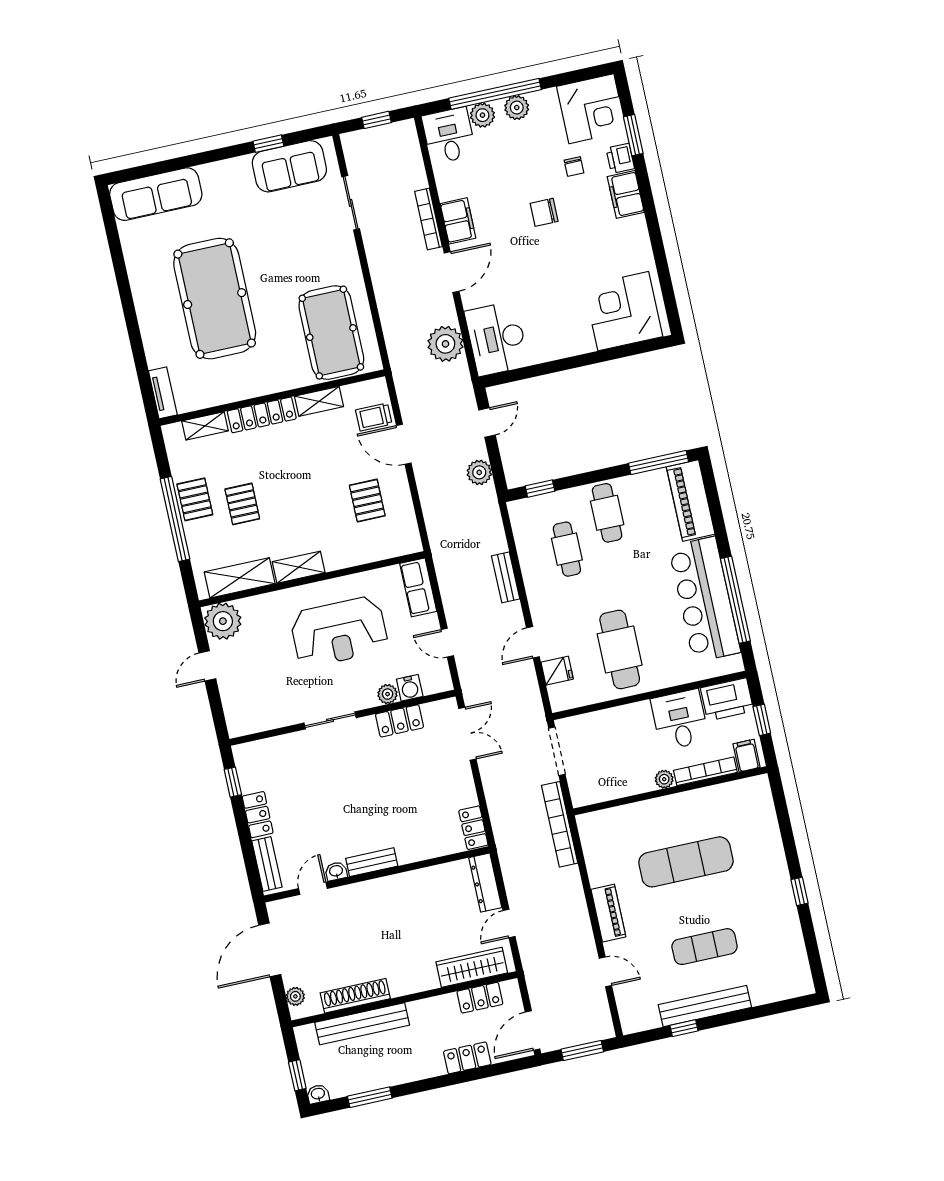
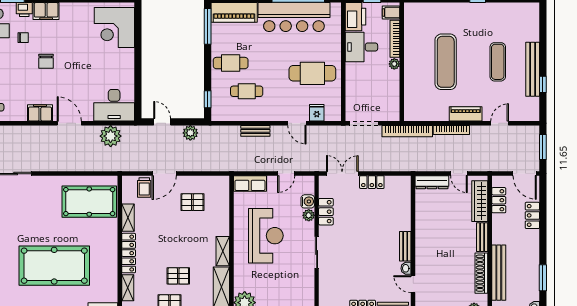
bookcase: (428, 219) -> (451, 130), moved
locker: (473, 828) -> (372, 182), moved
bench: (414, 984) -> (482, 237), added

